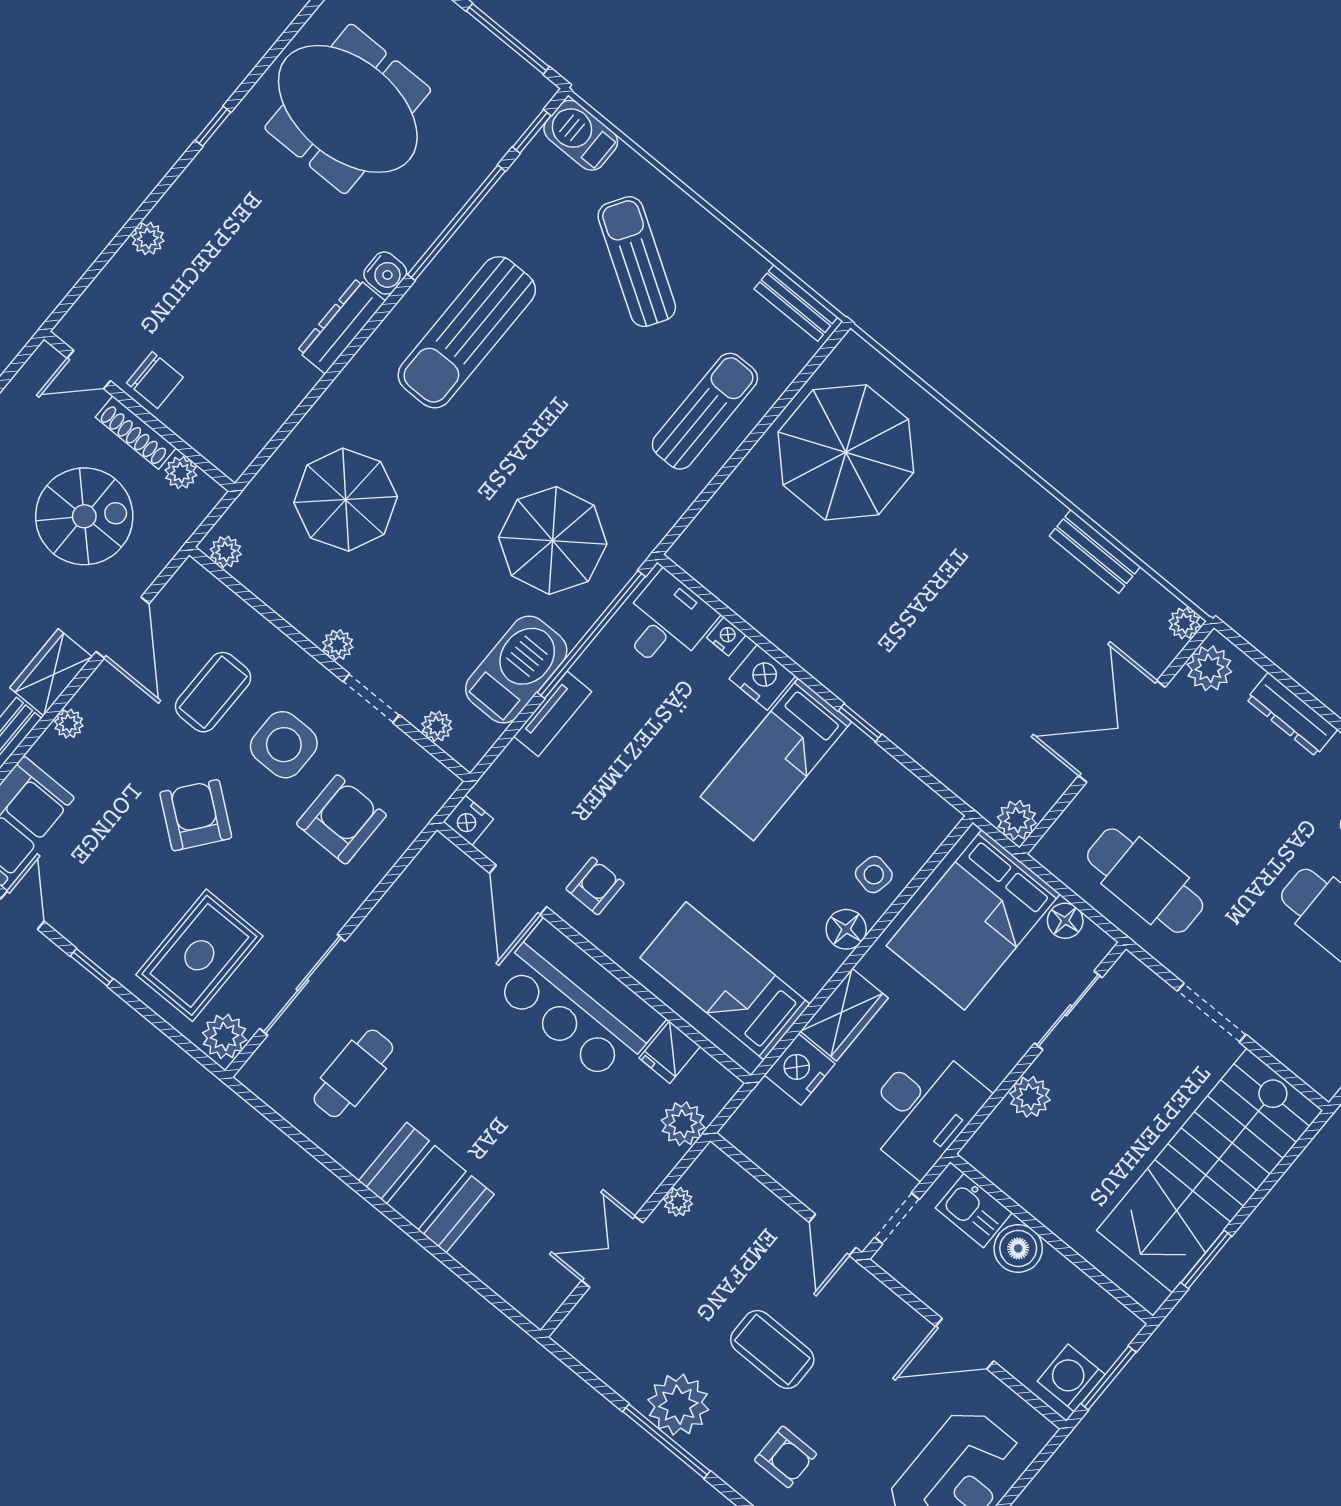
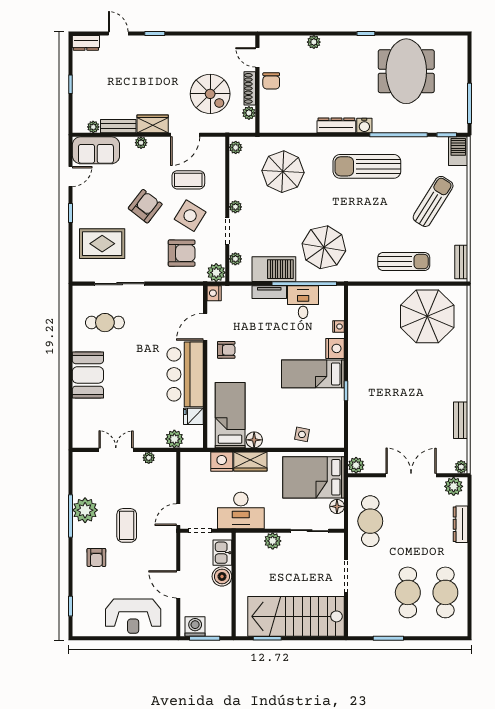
desk: (666, 622) -> (303, 302), moved, turned -90
side table: (284, 745) -> (190, 216), turned 32
floor lamp: (846, 929) -> (254, 440), moved
plant: (225, 1036) -> (216, 273), moved

